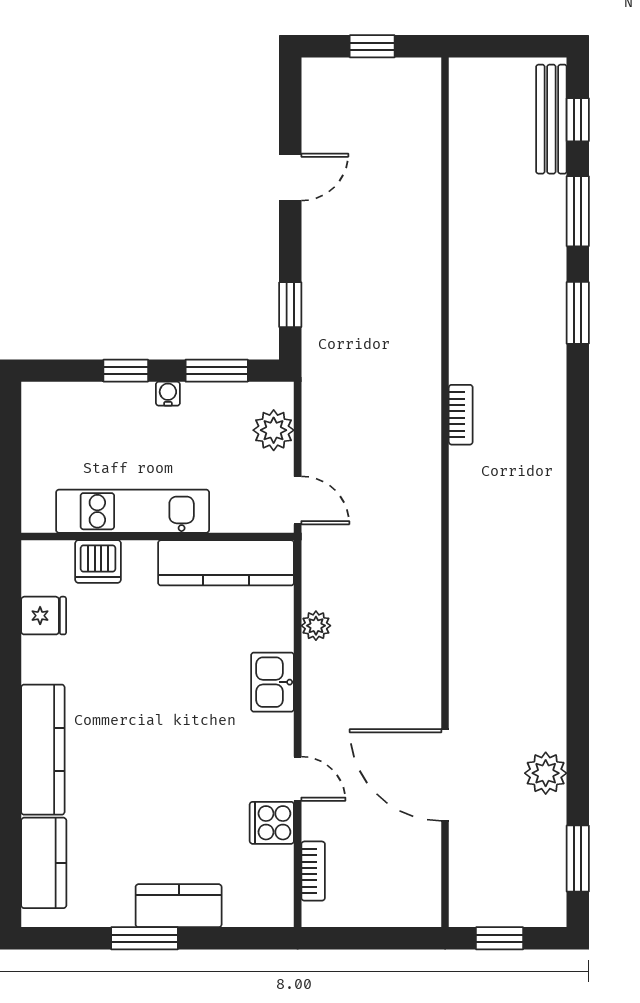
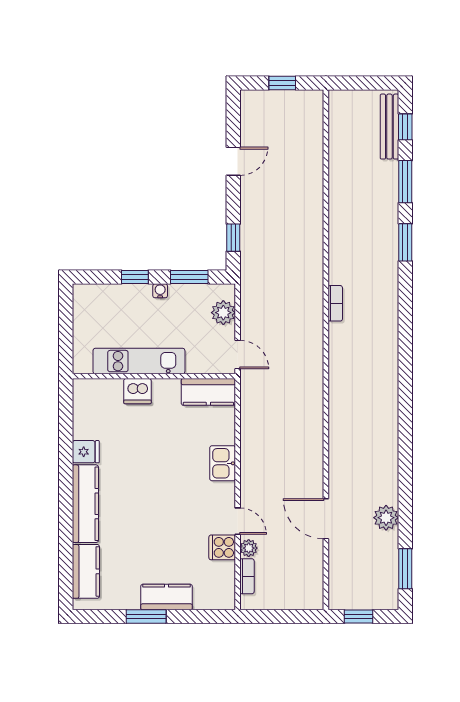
dishwasher: (98, 561) -> (137, 391), moved
kitchen counter: (226, 563) -> (208, 392), width x0.67
fridge: (44, 616) -> (86, 452), moved
plant: (316, 626) -> (249, 548), moved
door: (445, 775) -> (326, 519), width x0.73

